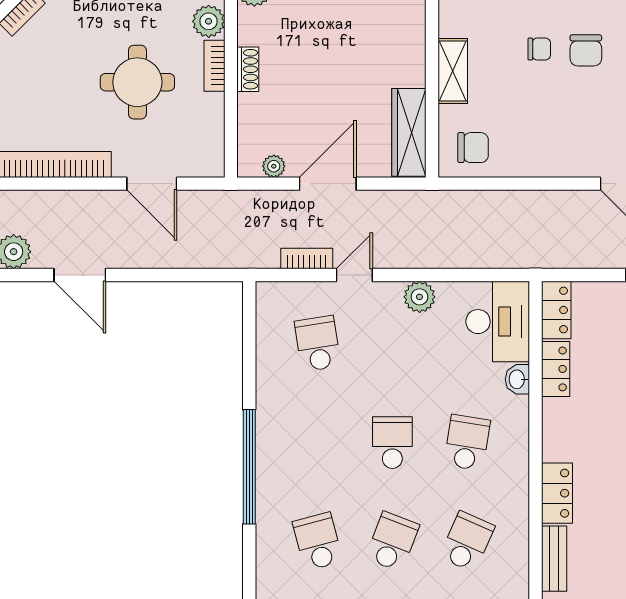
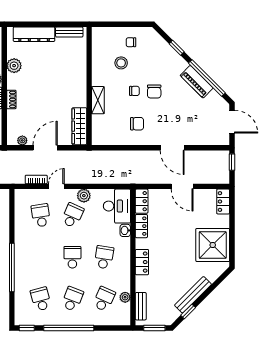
chair: (473, 148) -> (137, 124), moved
school desk: (392, 344) -> (72, 215), added
locker: (557, 493) -> (142, 262), moved
plant: (517, 537) -> (125, 297), added

